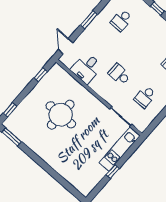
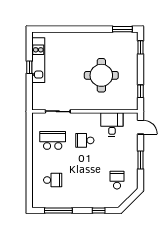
school desk: (119, 74) -> (85, 140), turned 180
school desk: (145, 97) -> (53, 140), width x1.85
kitchen unit: (120, 149) -> (38, 60), moved

